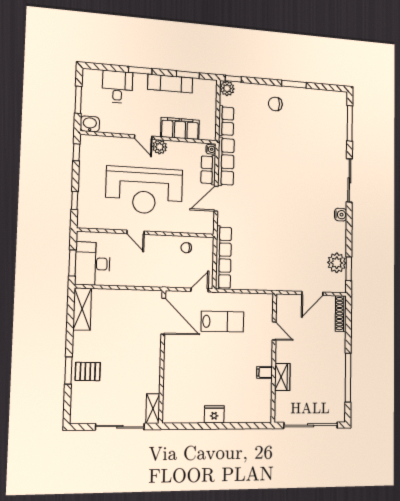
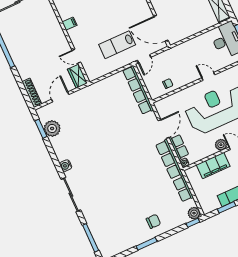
wardrobe: (282, 377) -> (77, 76), moved

